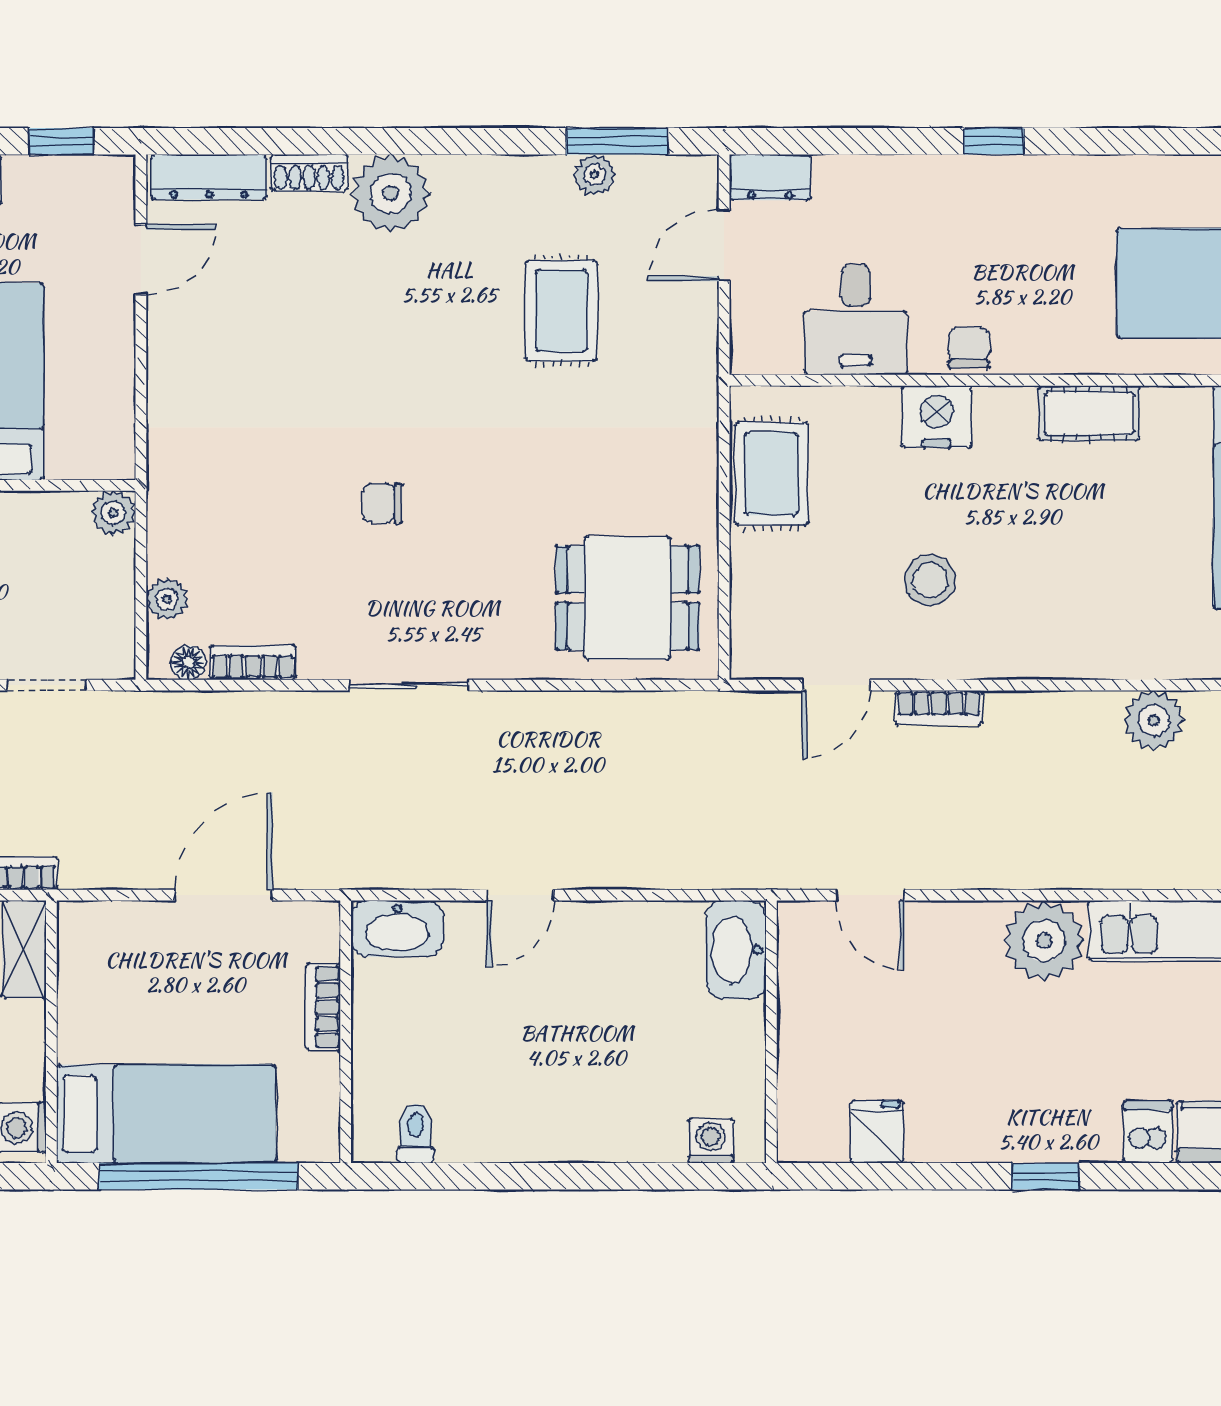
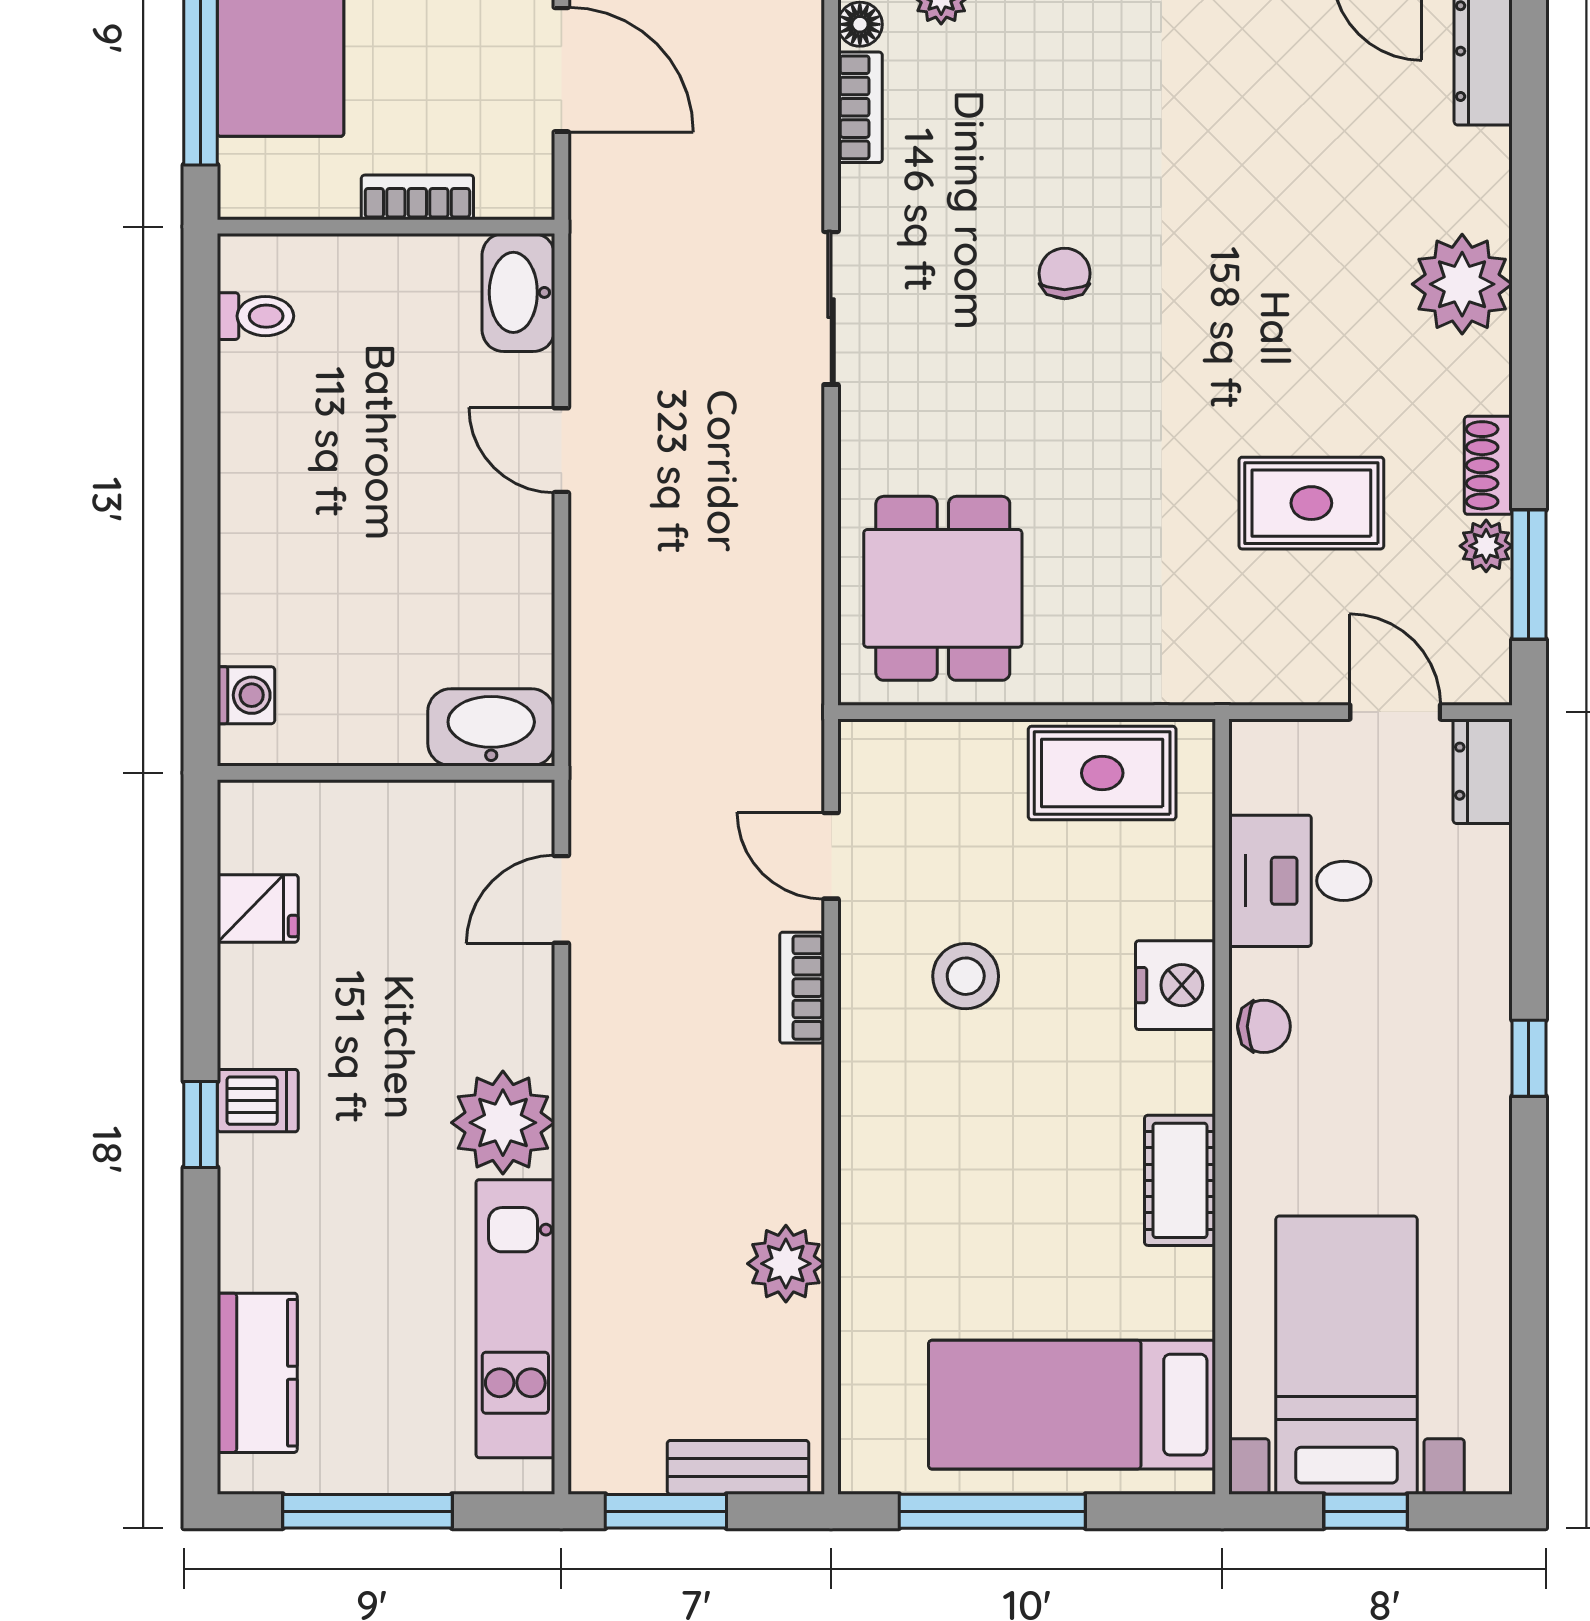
shoe rack: (309, 173) -> (1488, 465), moved
dishwasher: (1148, 1132) -> (258, 1101), moved

